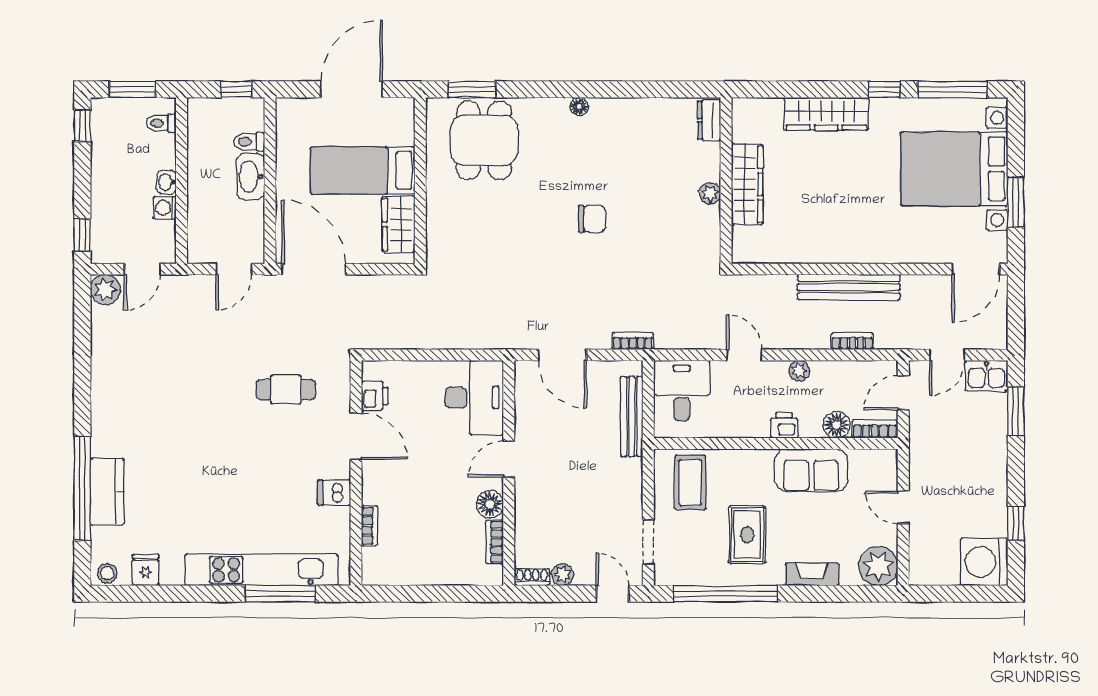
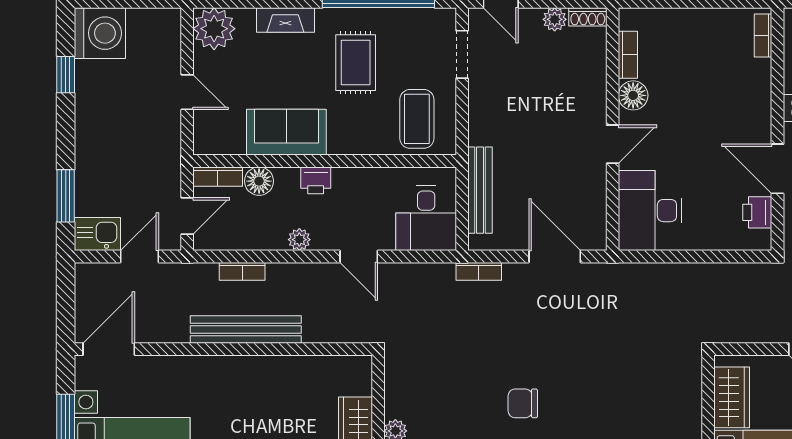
bookcase: (369, 526) -> (763, 35), moved

